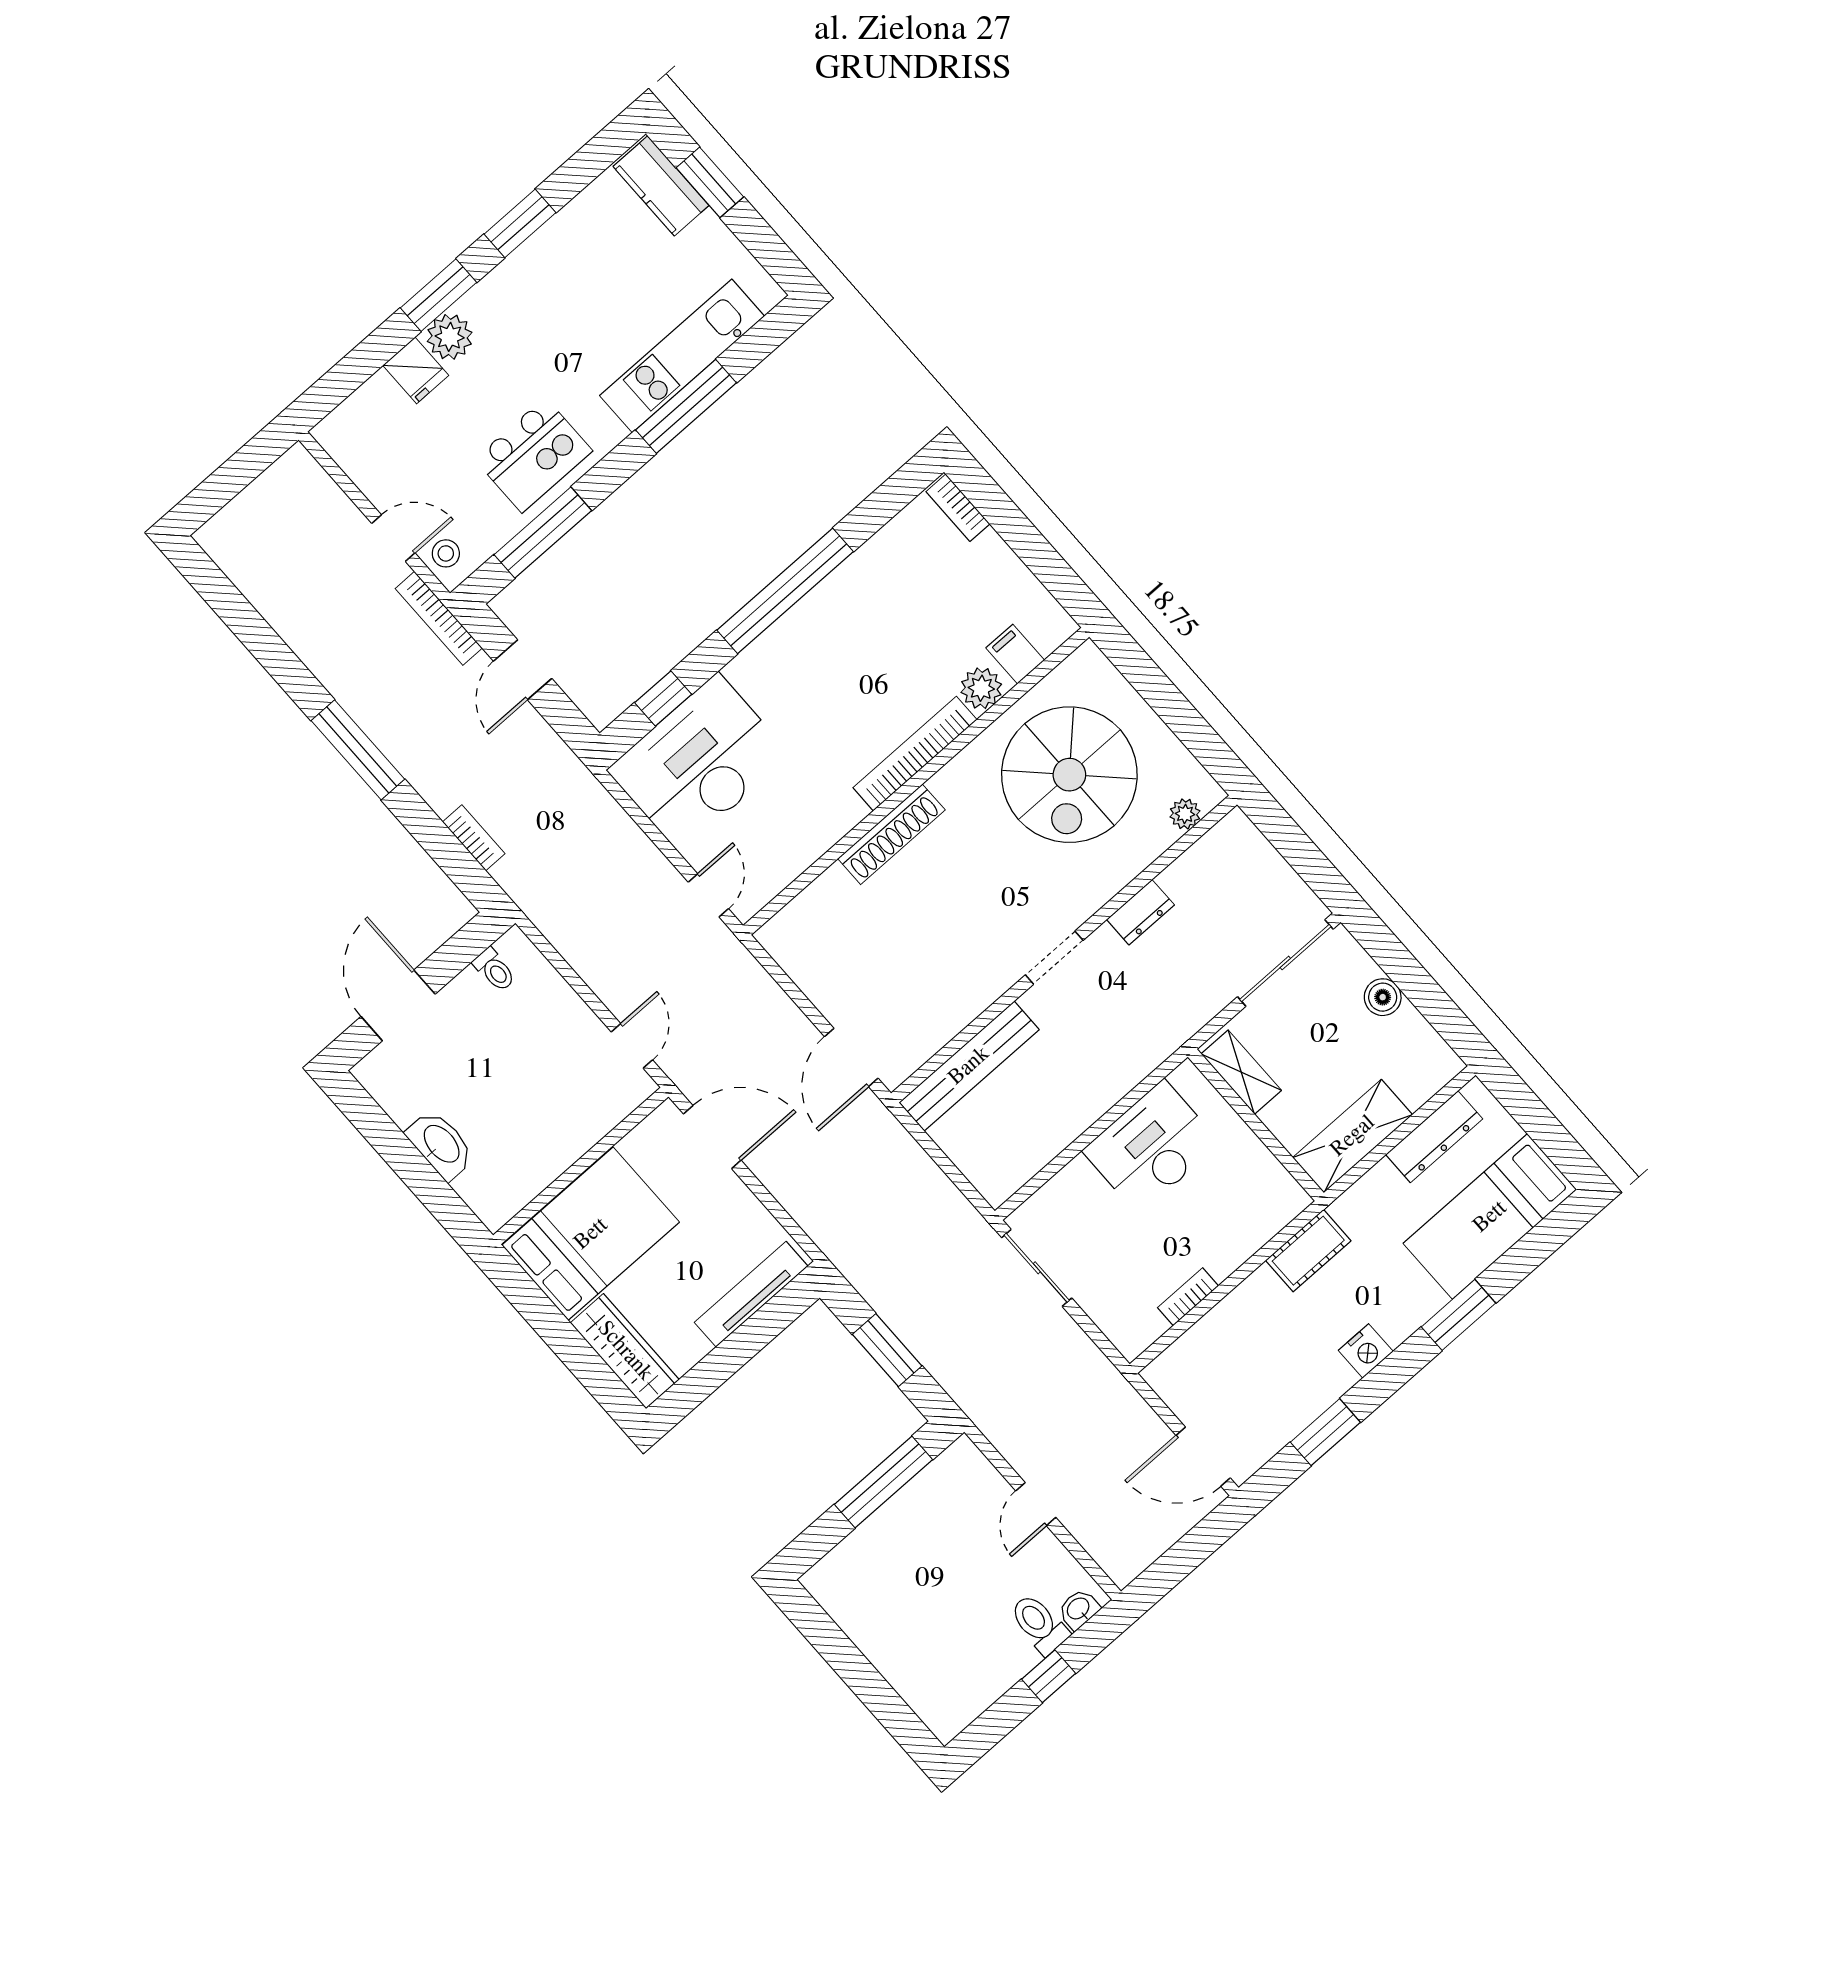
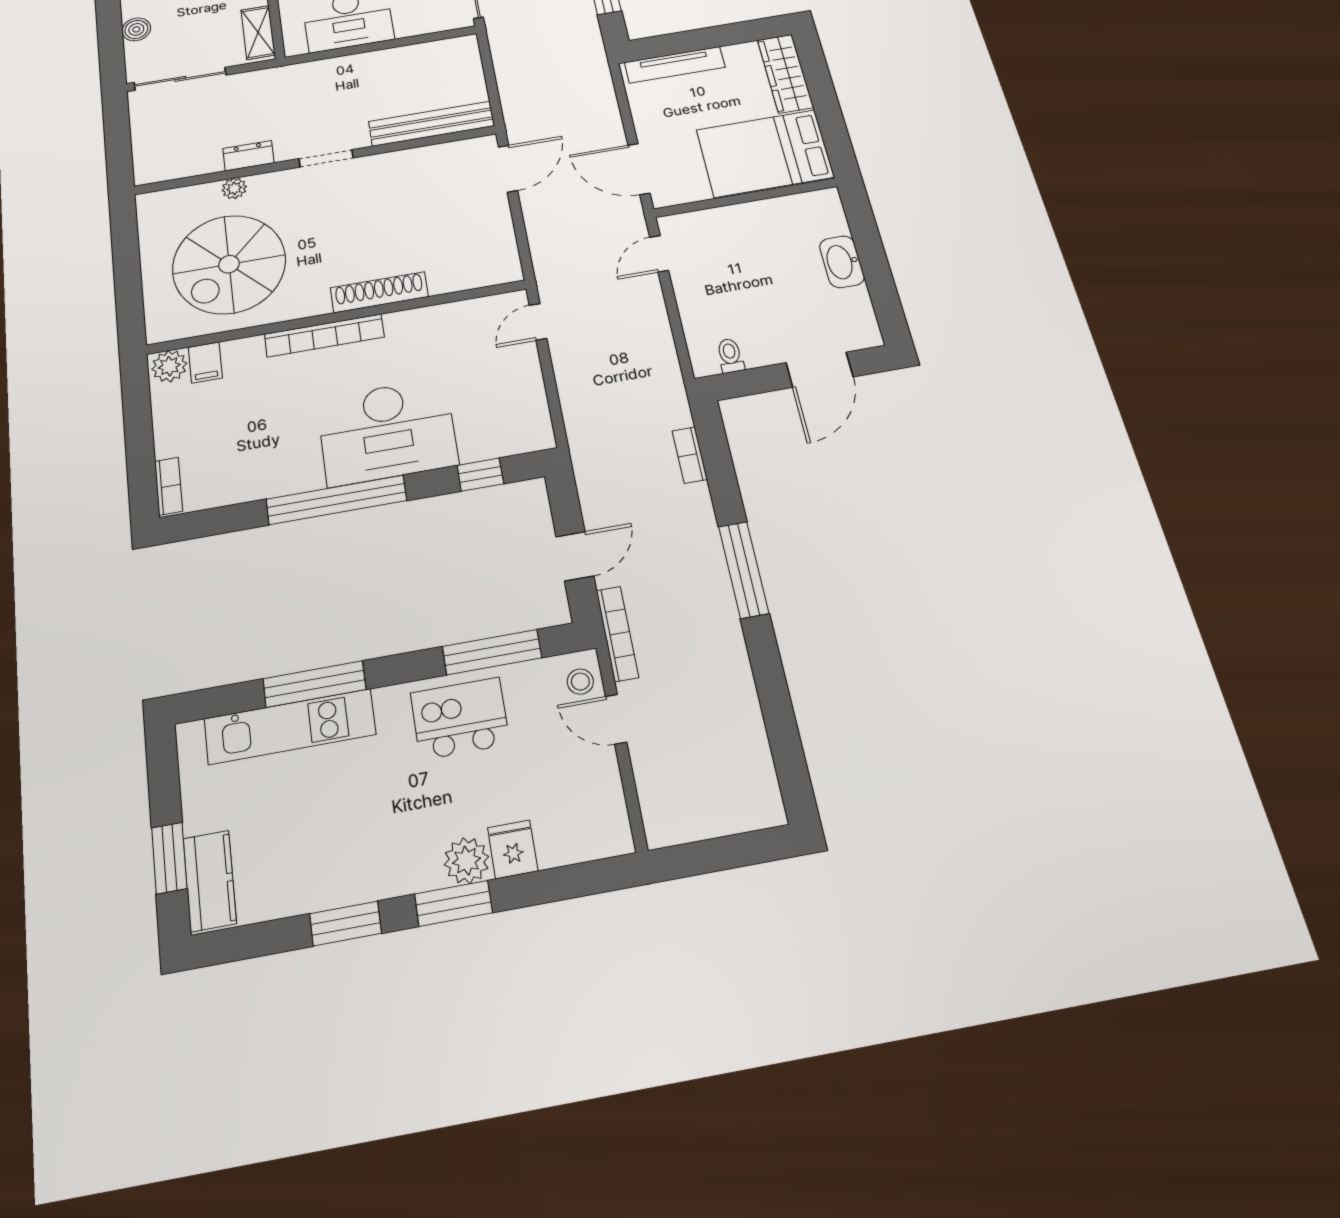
plant: (981, 688) -> (169, 366), moved
desk: (699, 763) -> (387, 432), moved
spiral stairs: (1069, 775) -> (229, 264), turned 180
plant: (1185, 814) -> (234, 188), moved

